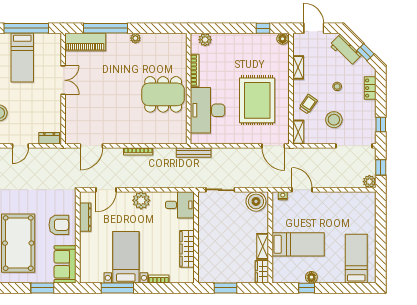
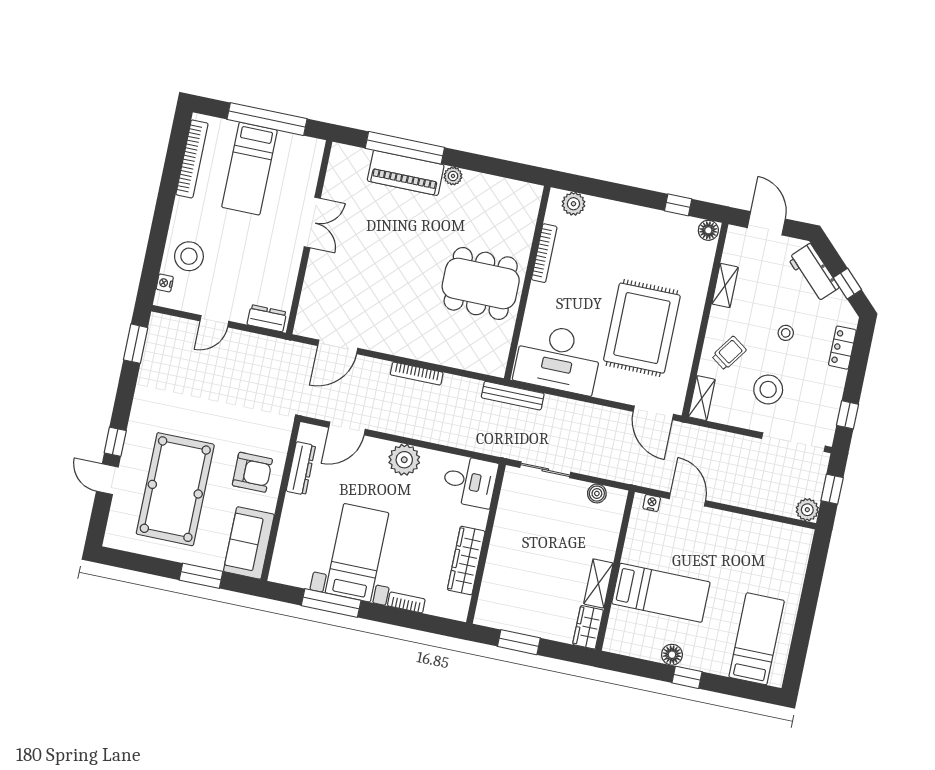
piano: (85, 42) -> (406, 173), moved
desk: (208, 110) -> (558, 359), moved, turned -90
boiler: (256, 201) -> (597, 494), width x0.54, depth x0.54
window: (307, 288) -> (687, 677), moved

